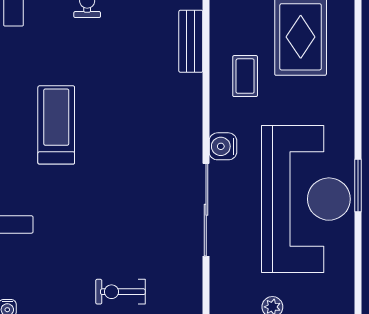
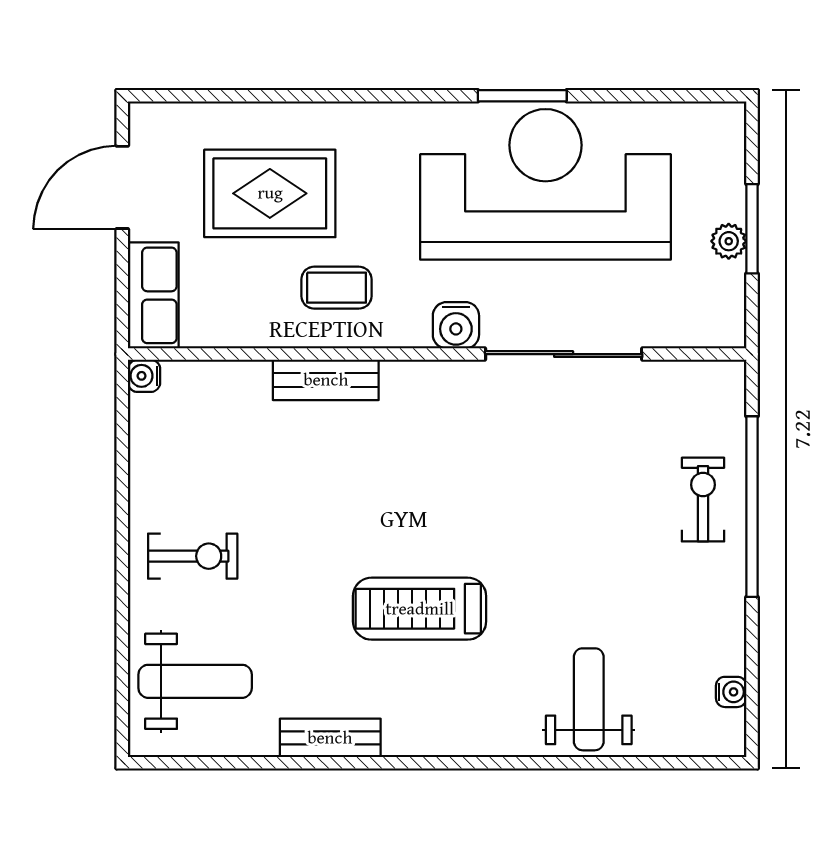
bench: (191, 41) -> (326, 380), moved
exercise bike: (120, 292) -> (703, 500), turned 180

